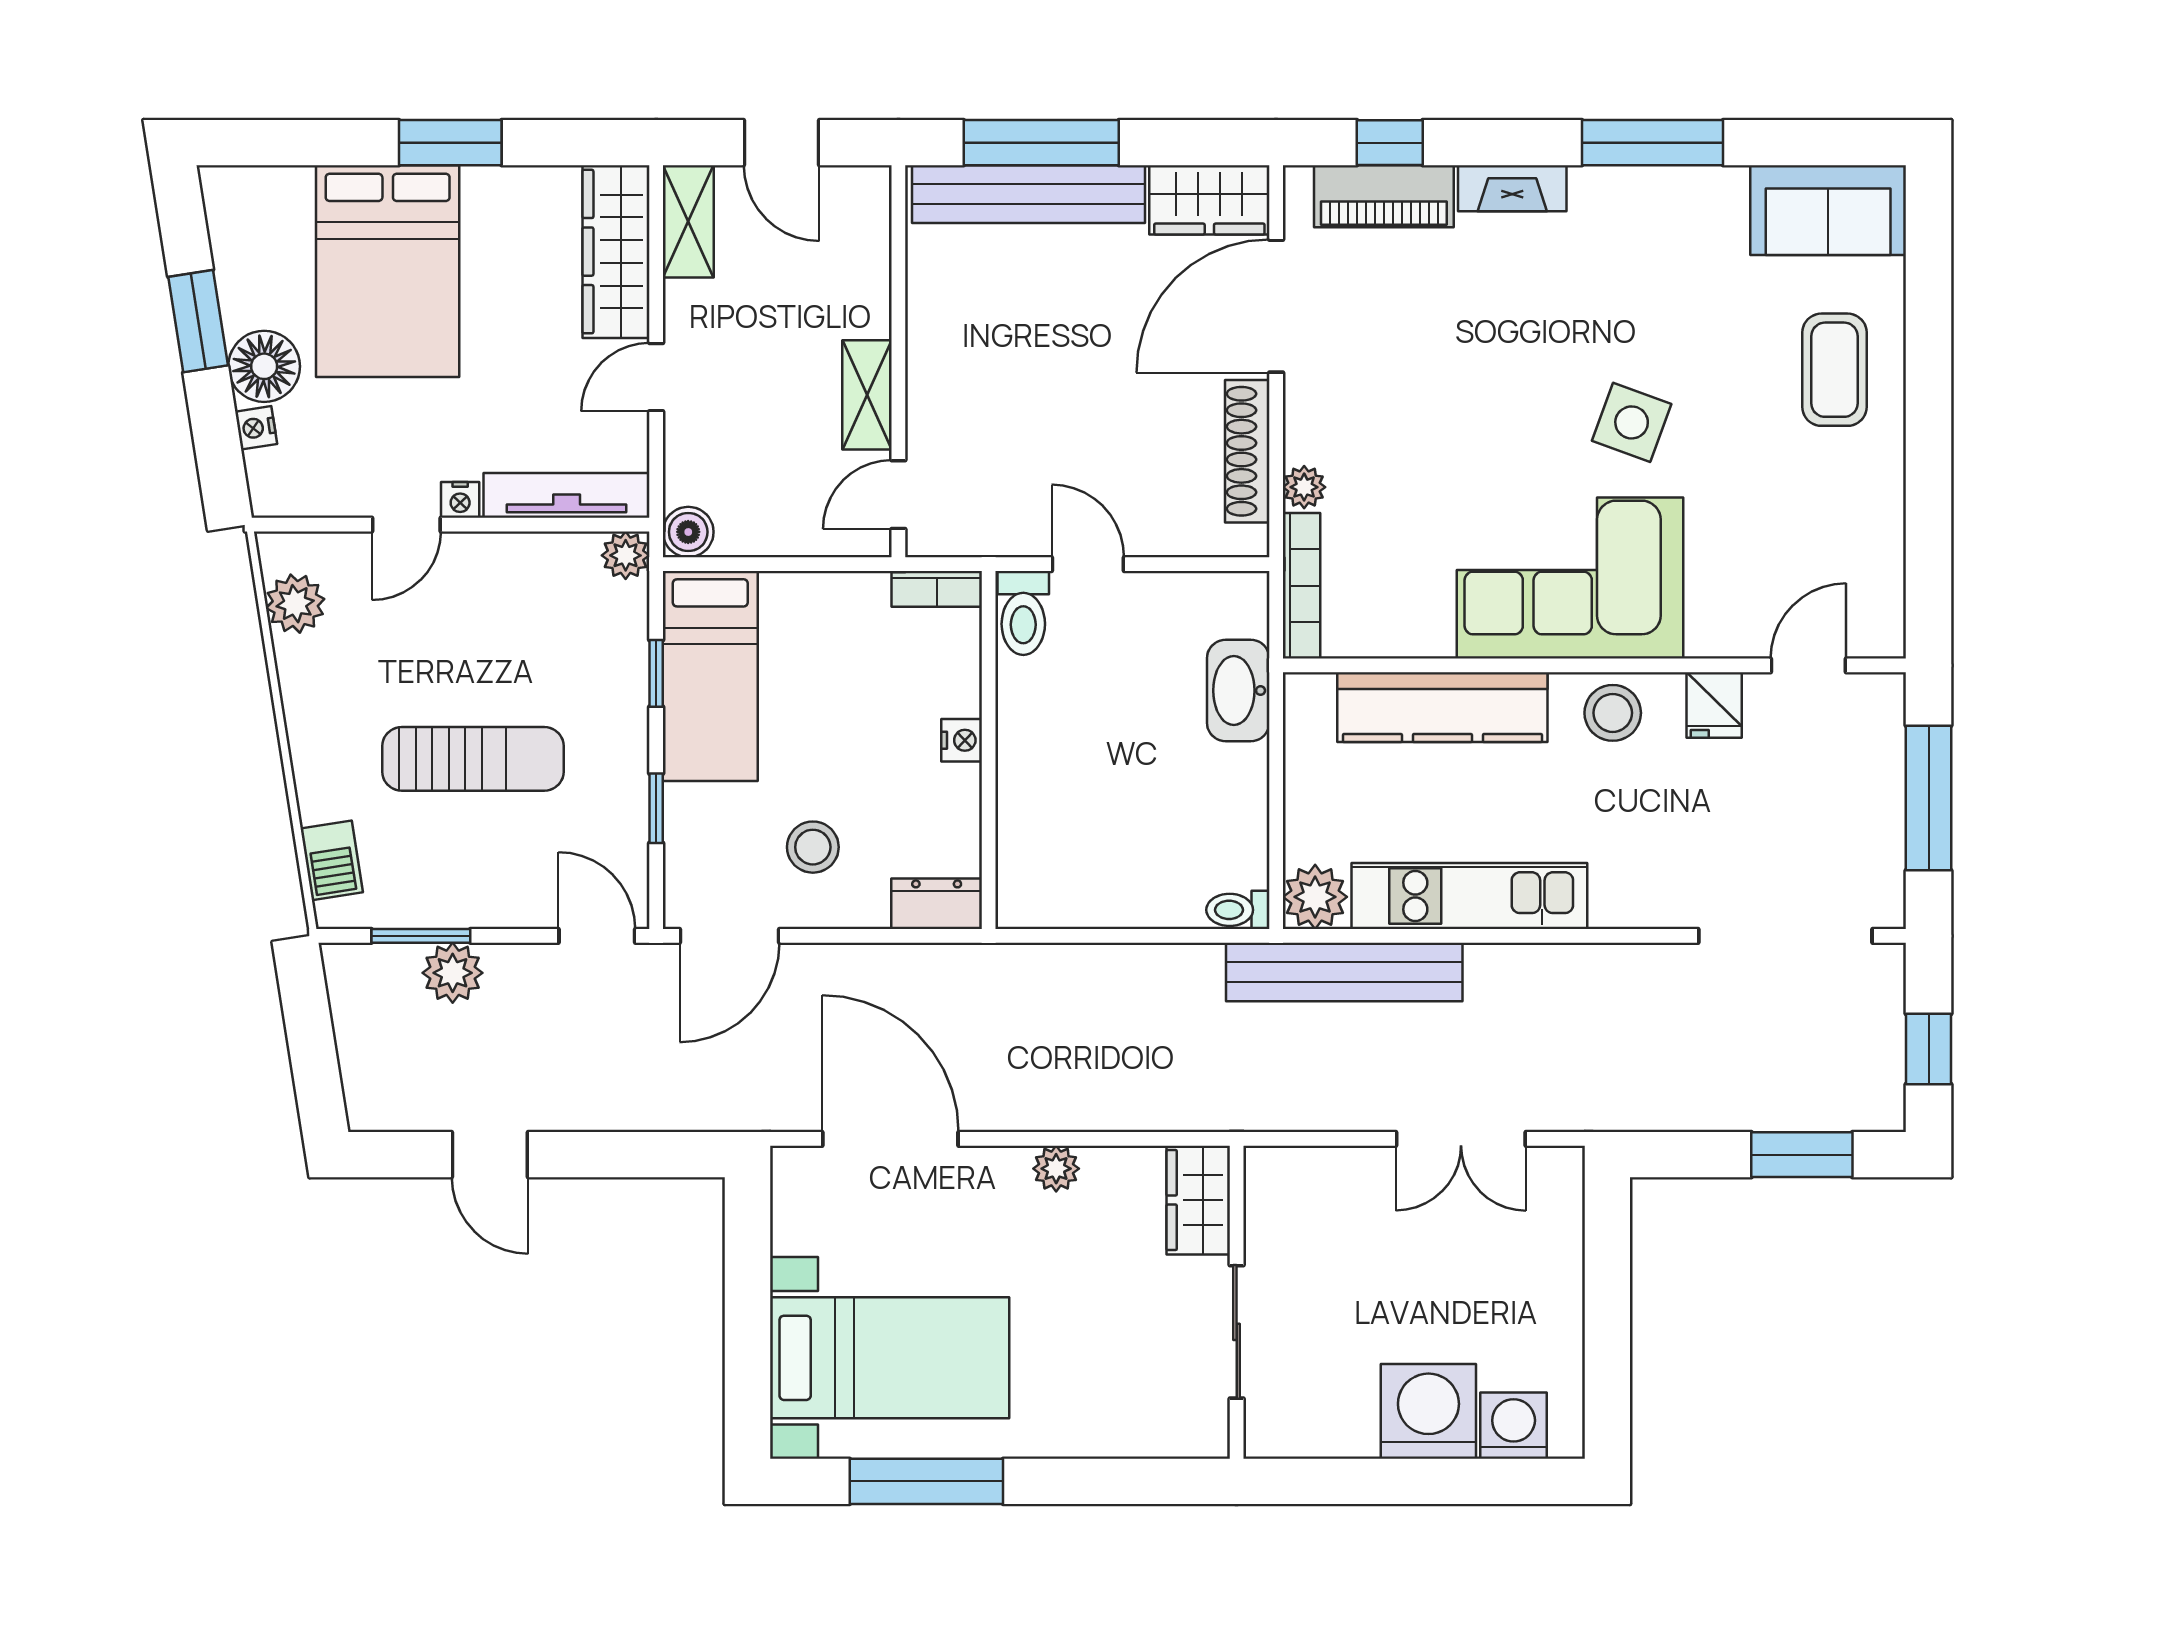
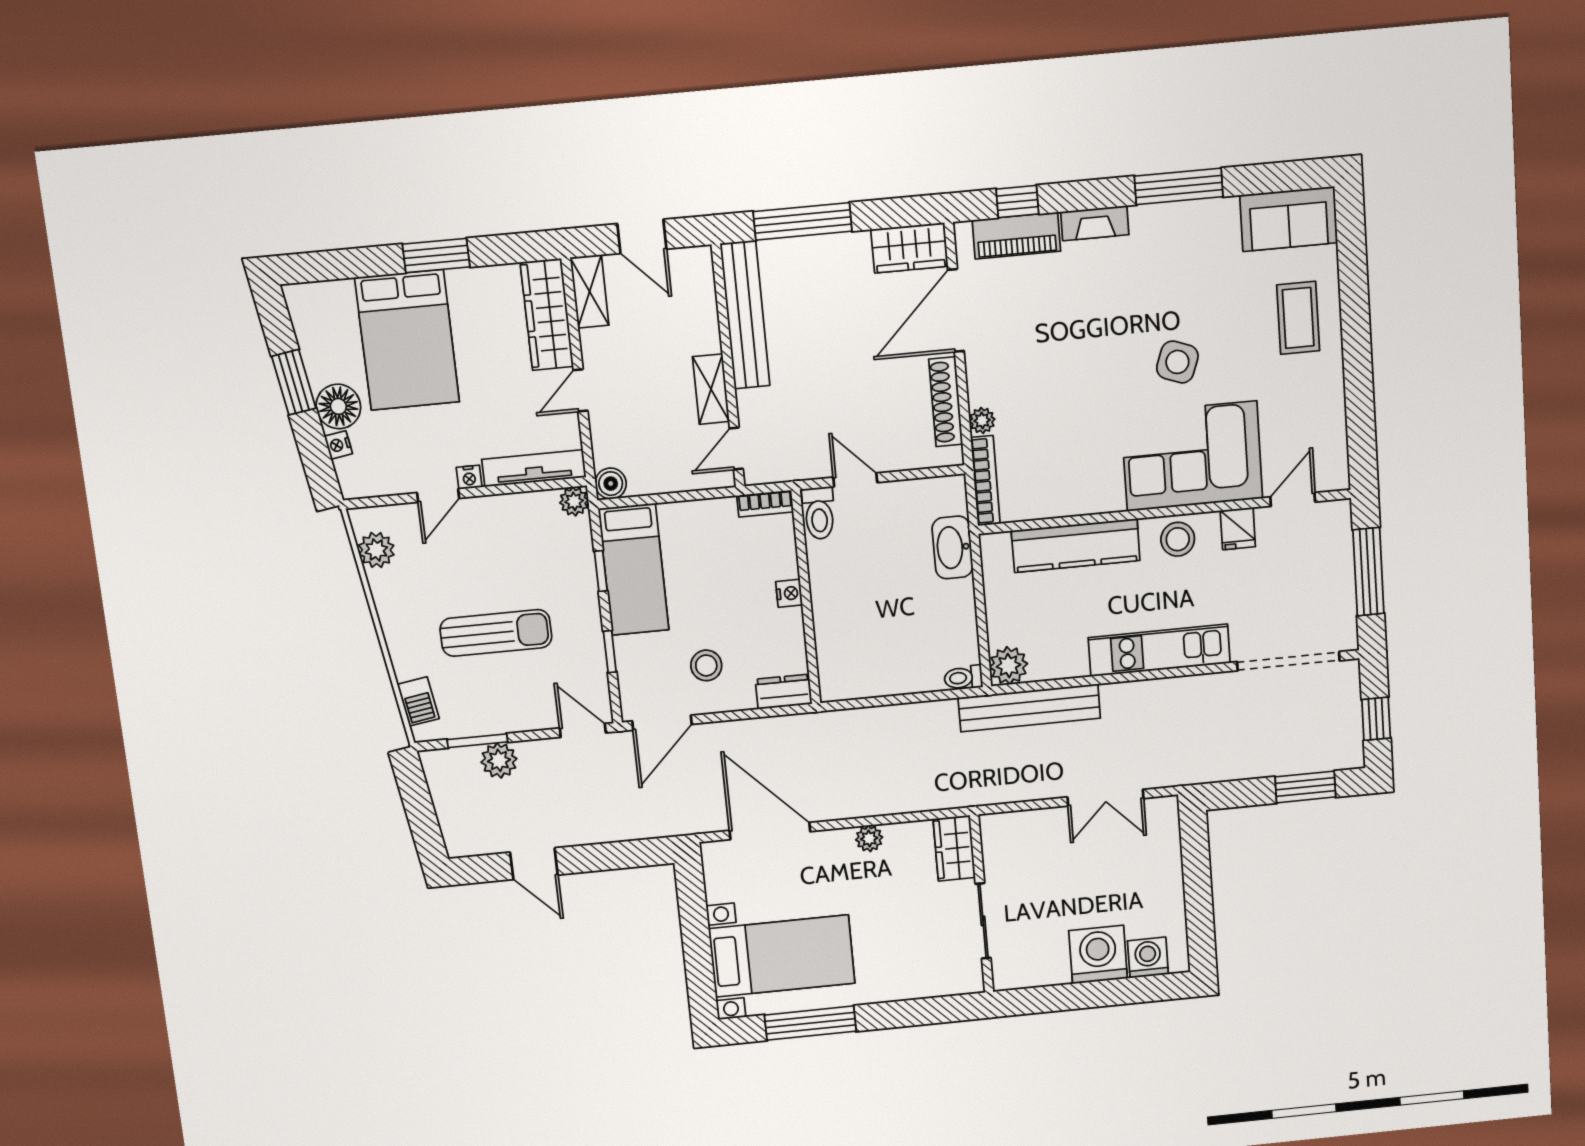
bench: (1029, 194) -> (745, 315), moved, turned 90
corner sofa: (1570, 578) -> (1192, 456), moved
kitchen unit: (1469, 896) -> (1159, 650), moved

